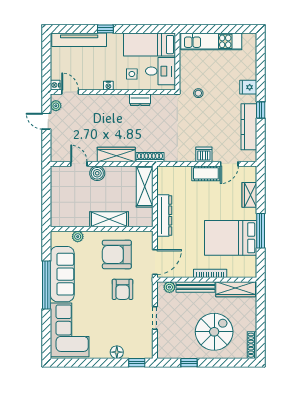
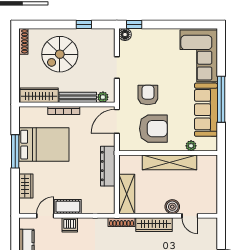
shelving: (109, 219) -> (170, 162), width x1.47
floor lamp: (117, 352) -> (125, 35), moved

